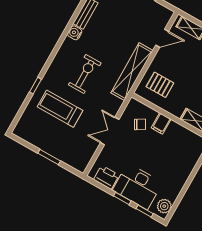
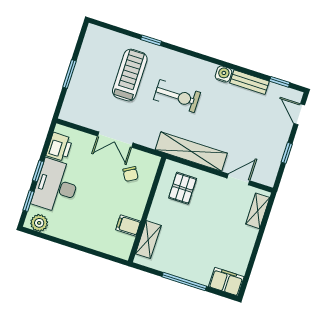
door: (162, 38) -> (238, 179), swing flipped
filing cabinet: (161, 123) -> (128, 225), moved
double door: (110, 131) -> (115, 140), swing flipped

